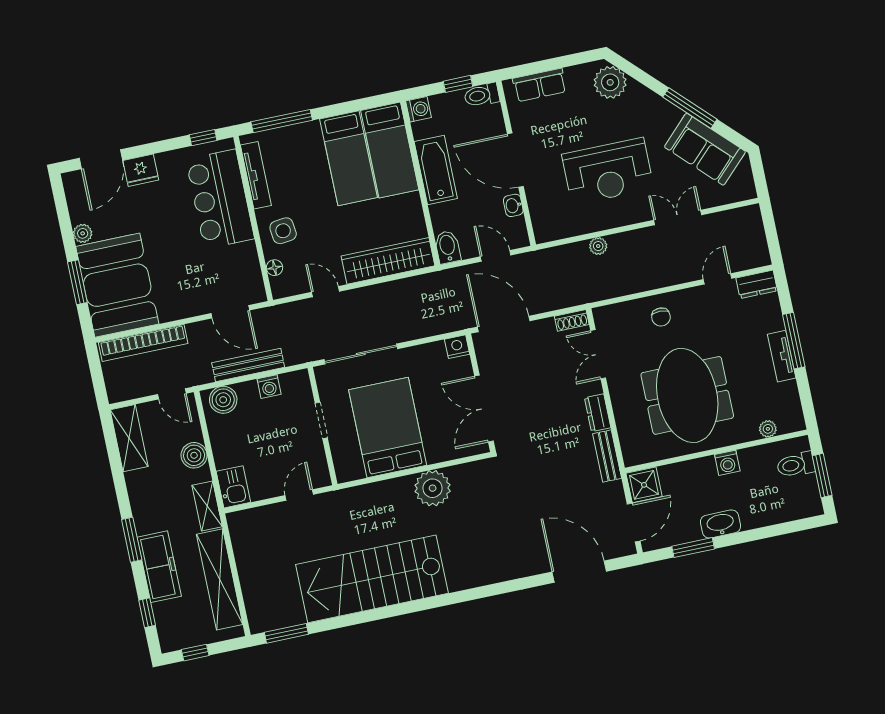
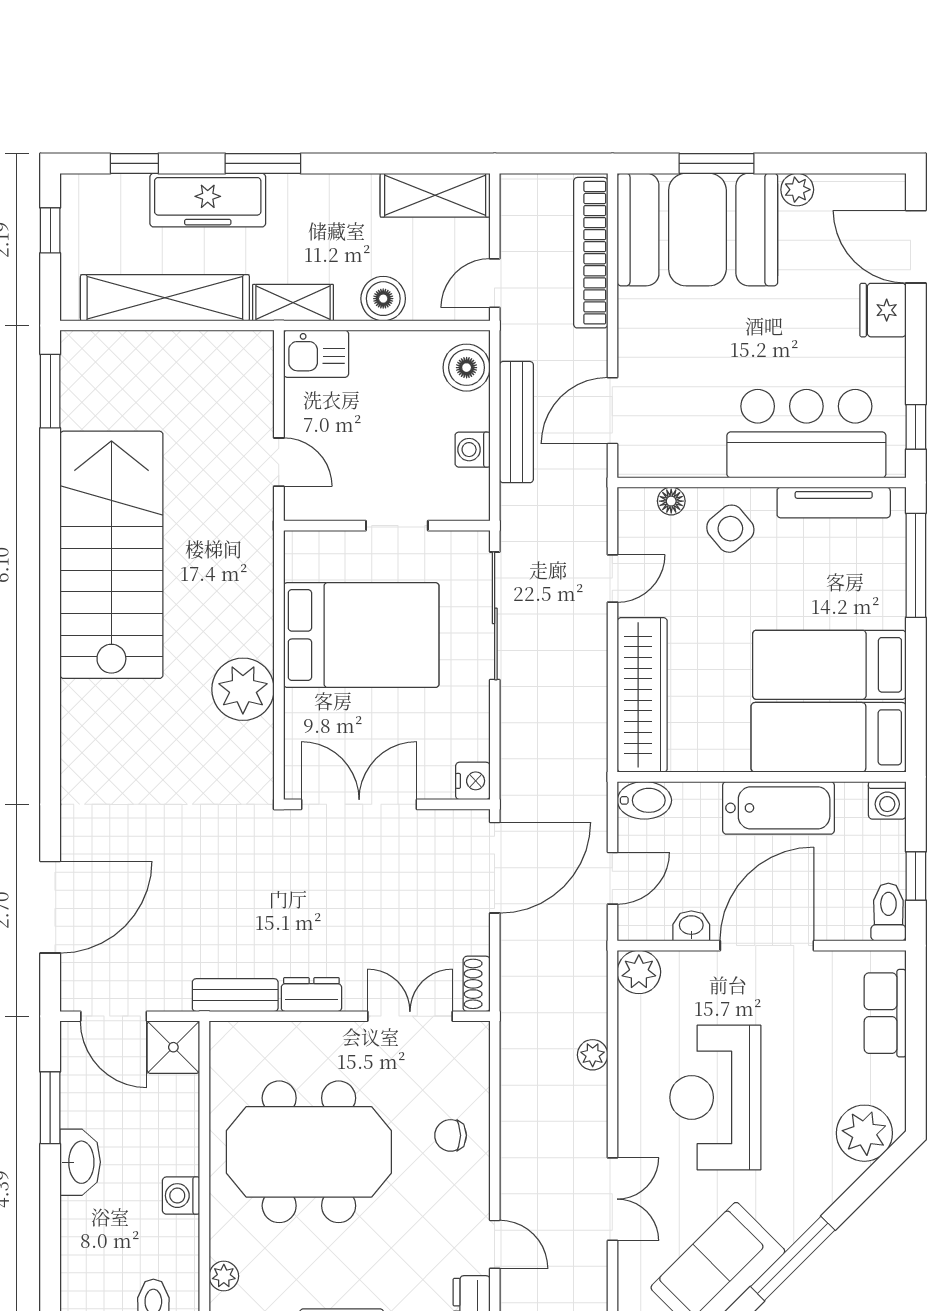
plant: (546, 230) -> (639, 972), added
side table: (283, 231) -> (730, 529), turned -33

